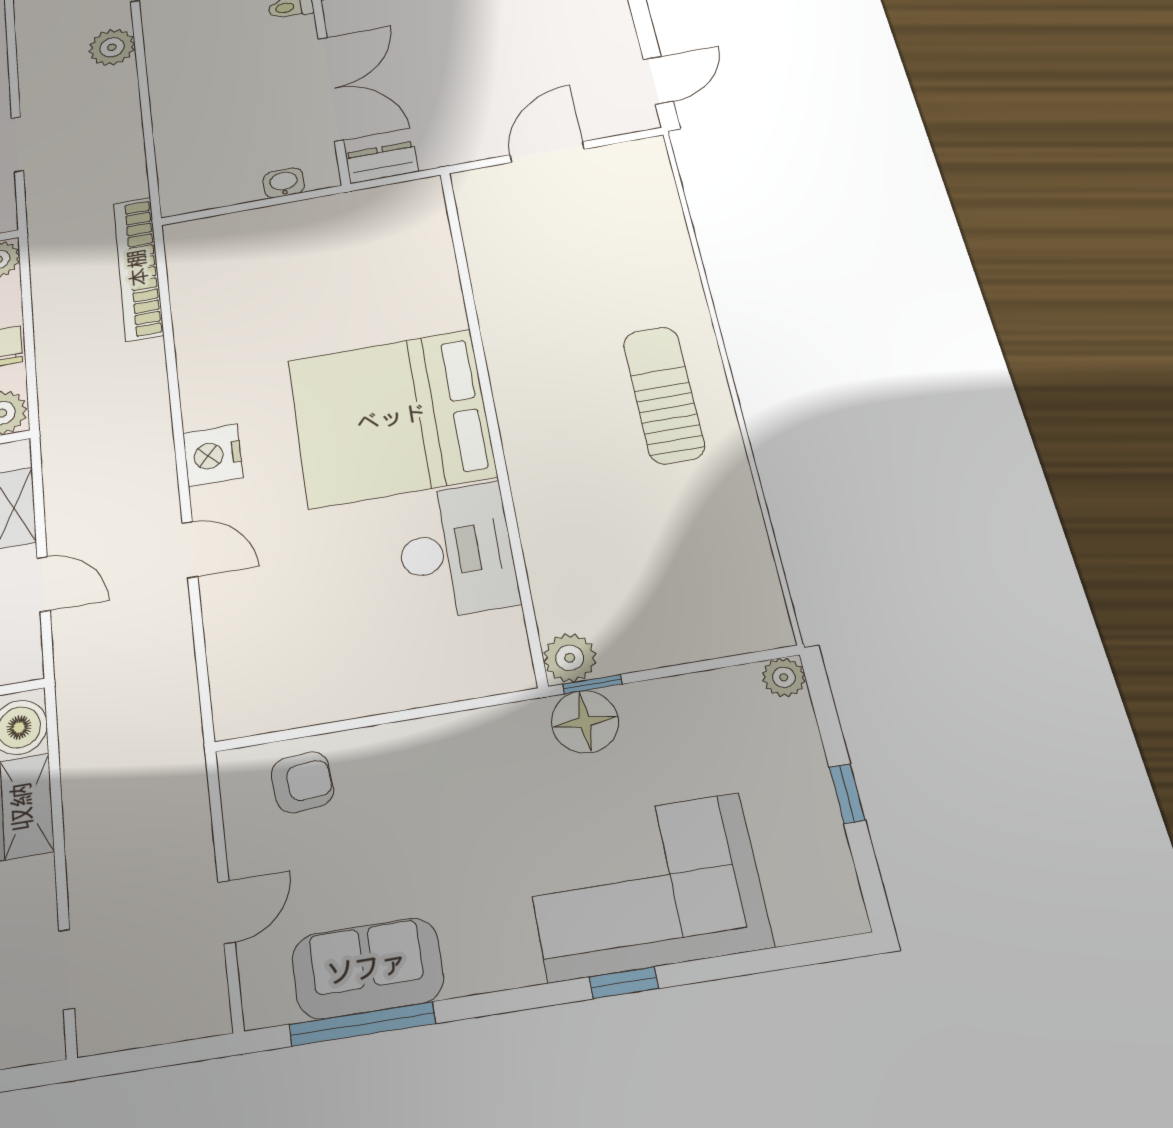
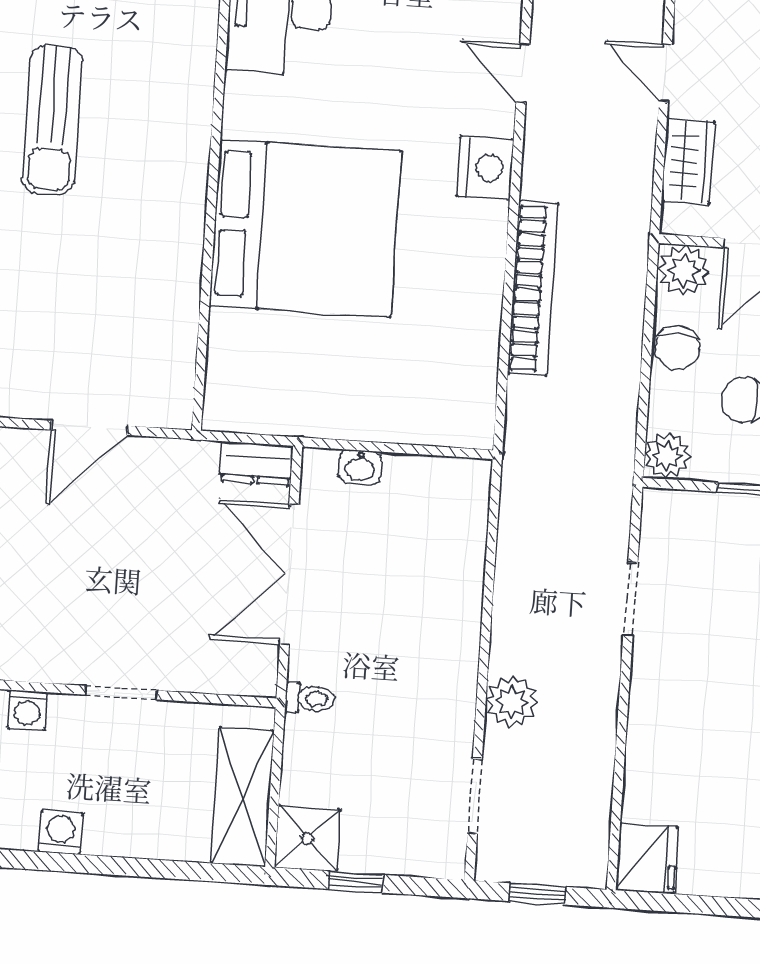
bookcase: (138, 268) -> (533, 288), moved
bed: (391, 418) -> (305, 228), moved

